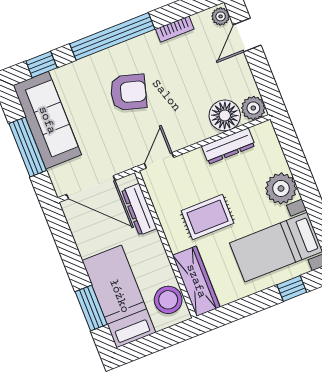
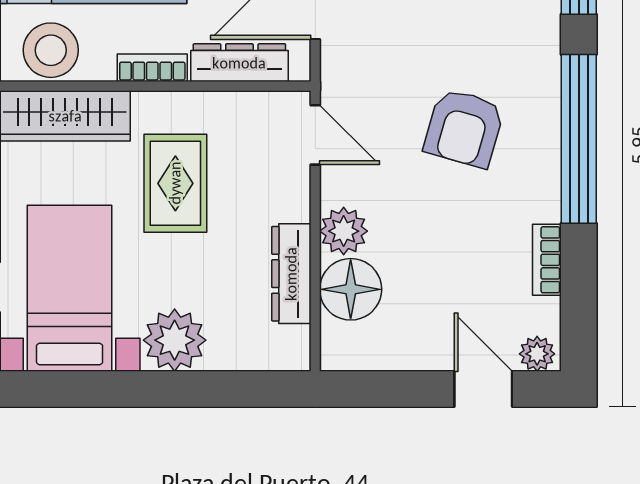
plant: (253, 108) -> (344, 231), moved
bookcase: (158, 249) -> (152, 68), added

